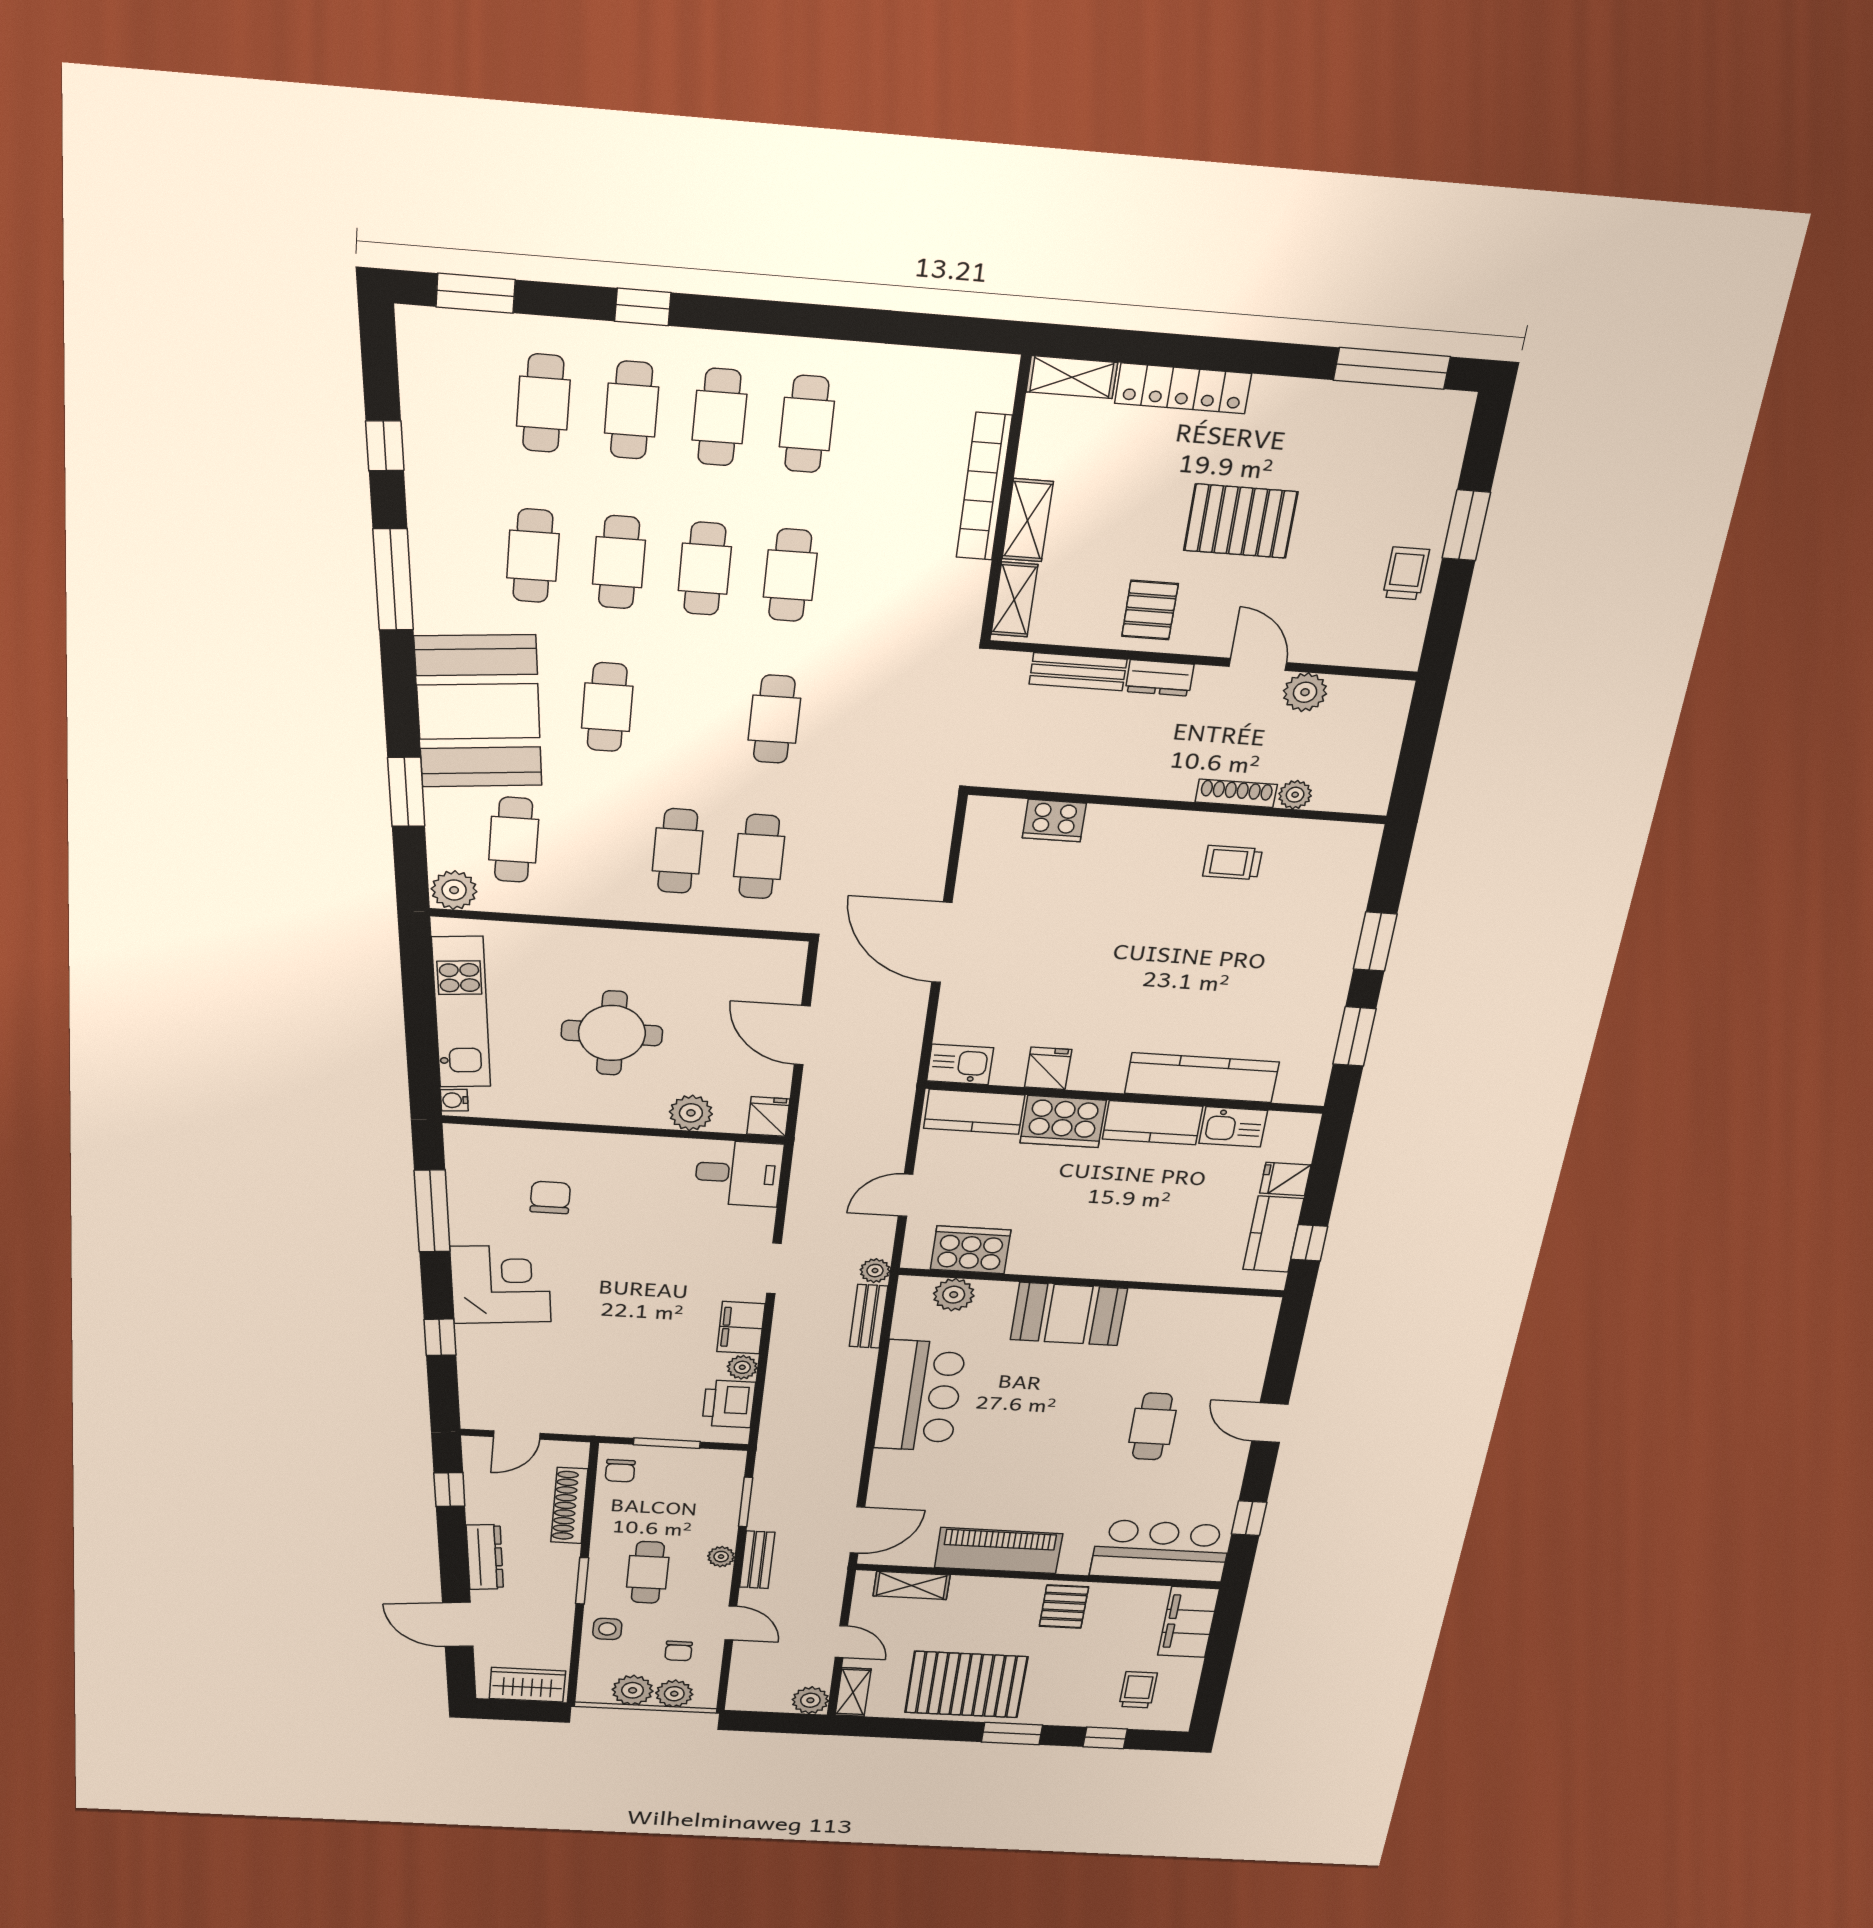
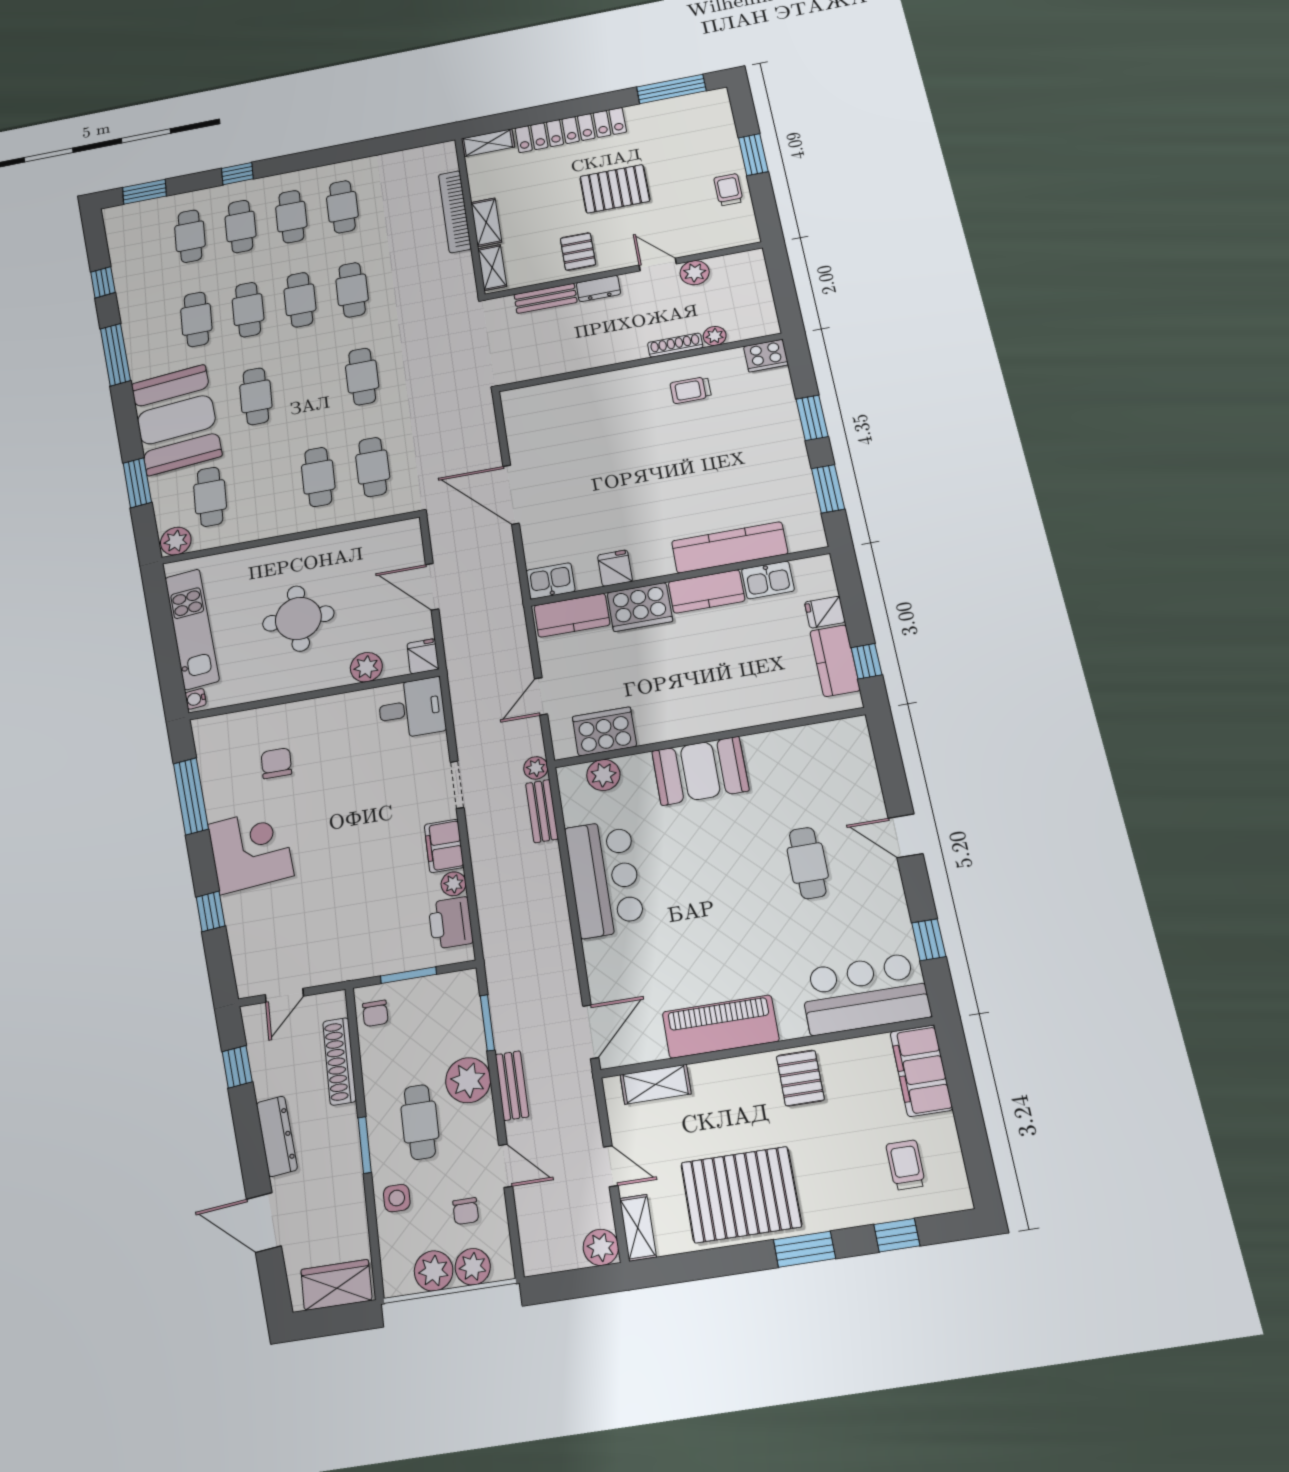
locker: (1183, 388) -> (571, 130), width x1.41, depth x1.21
cooker: (1054, 821) -> (766, 356), moved
plant: (721, 1557) -> (468, 1080), width x1.87, depth x1.87

